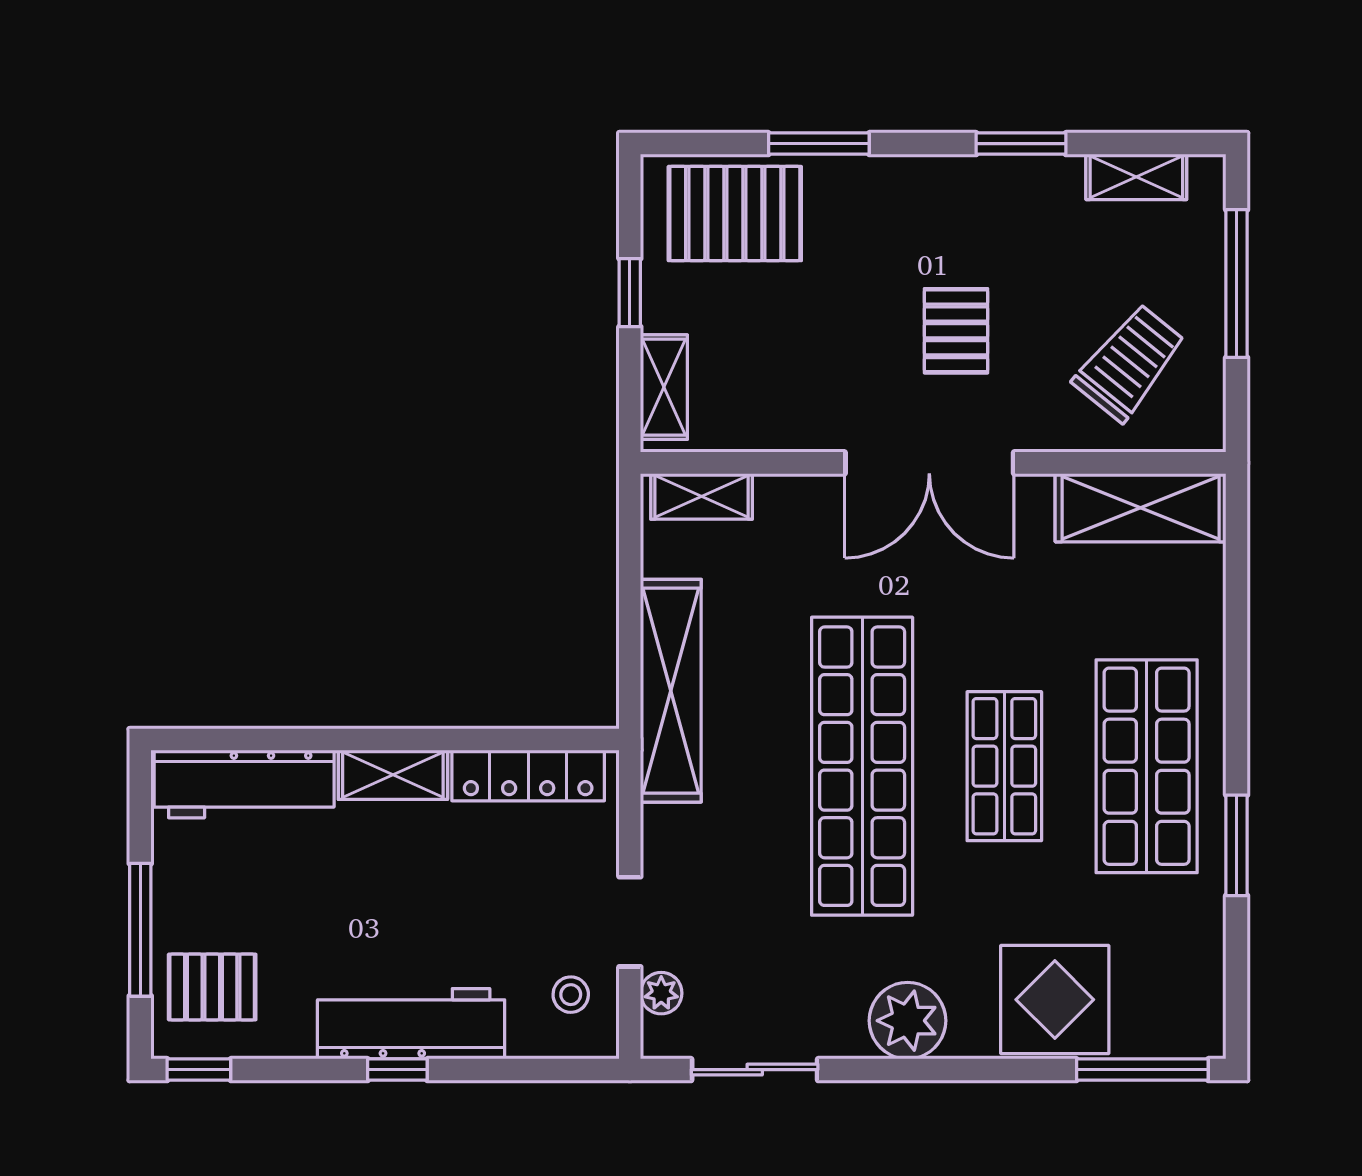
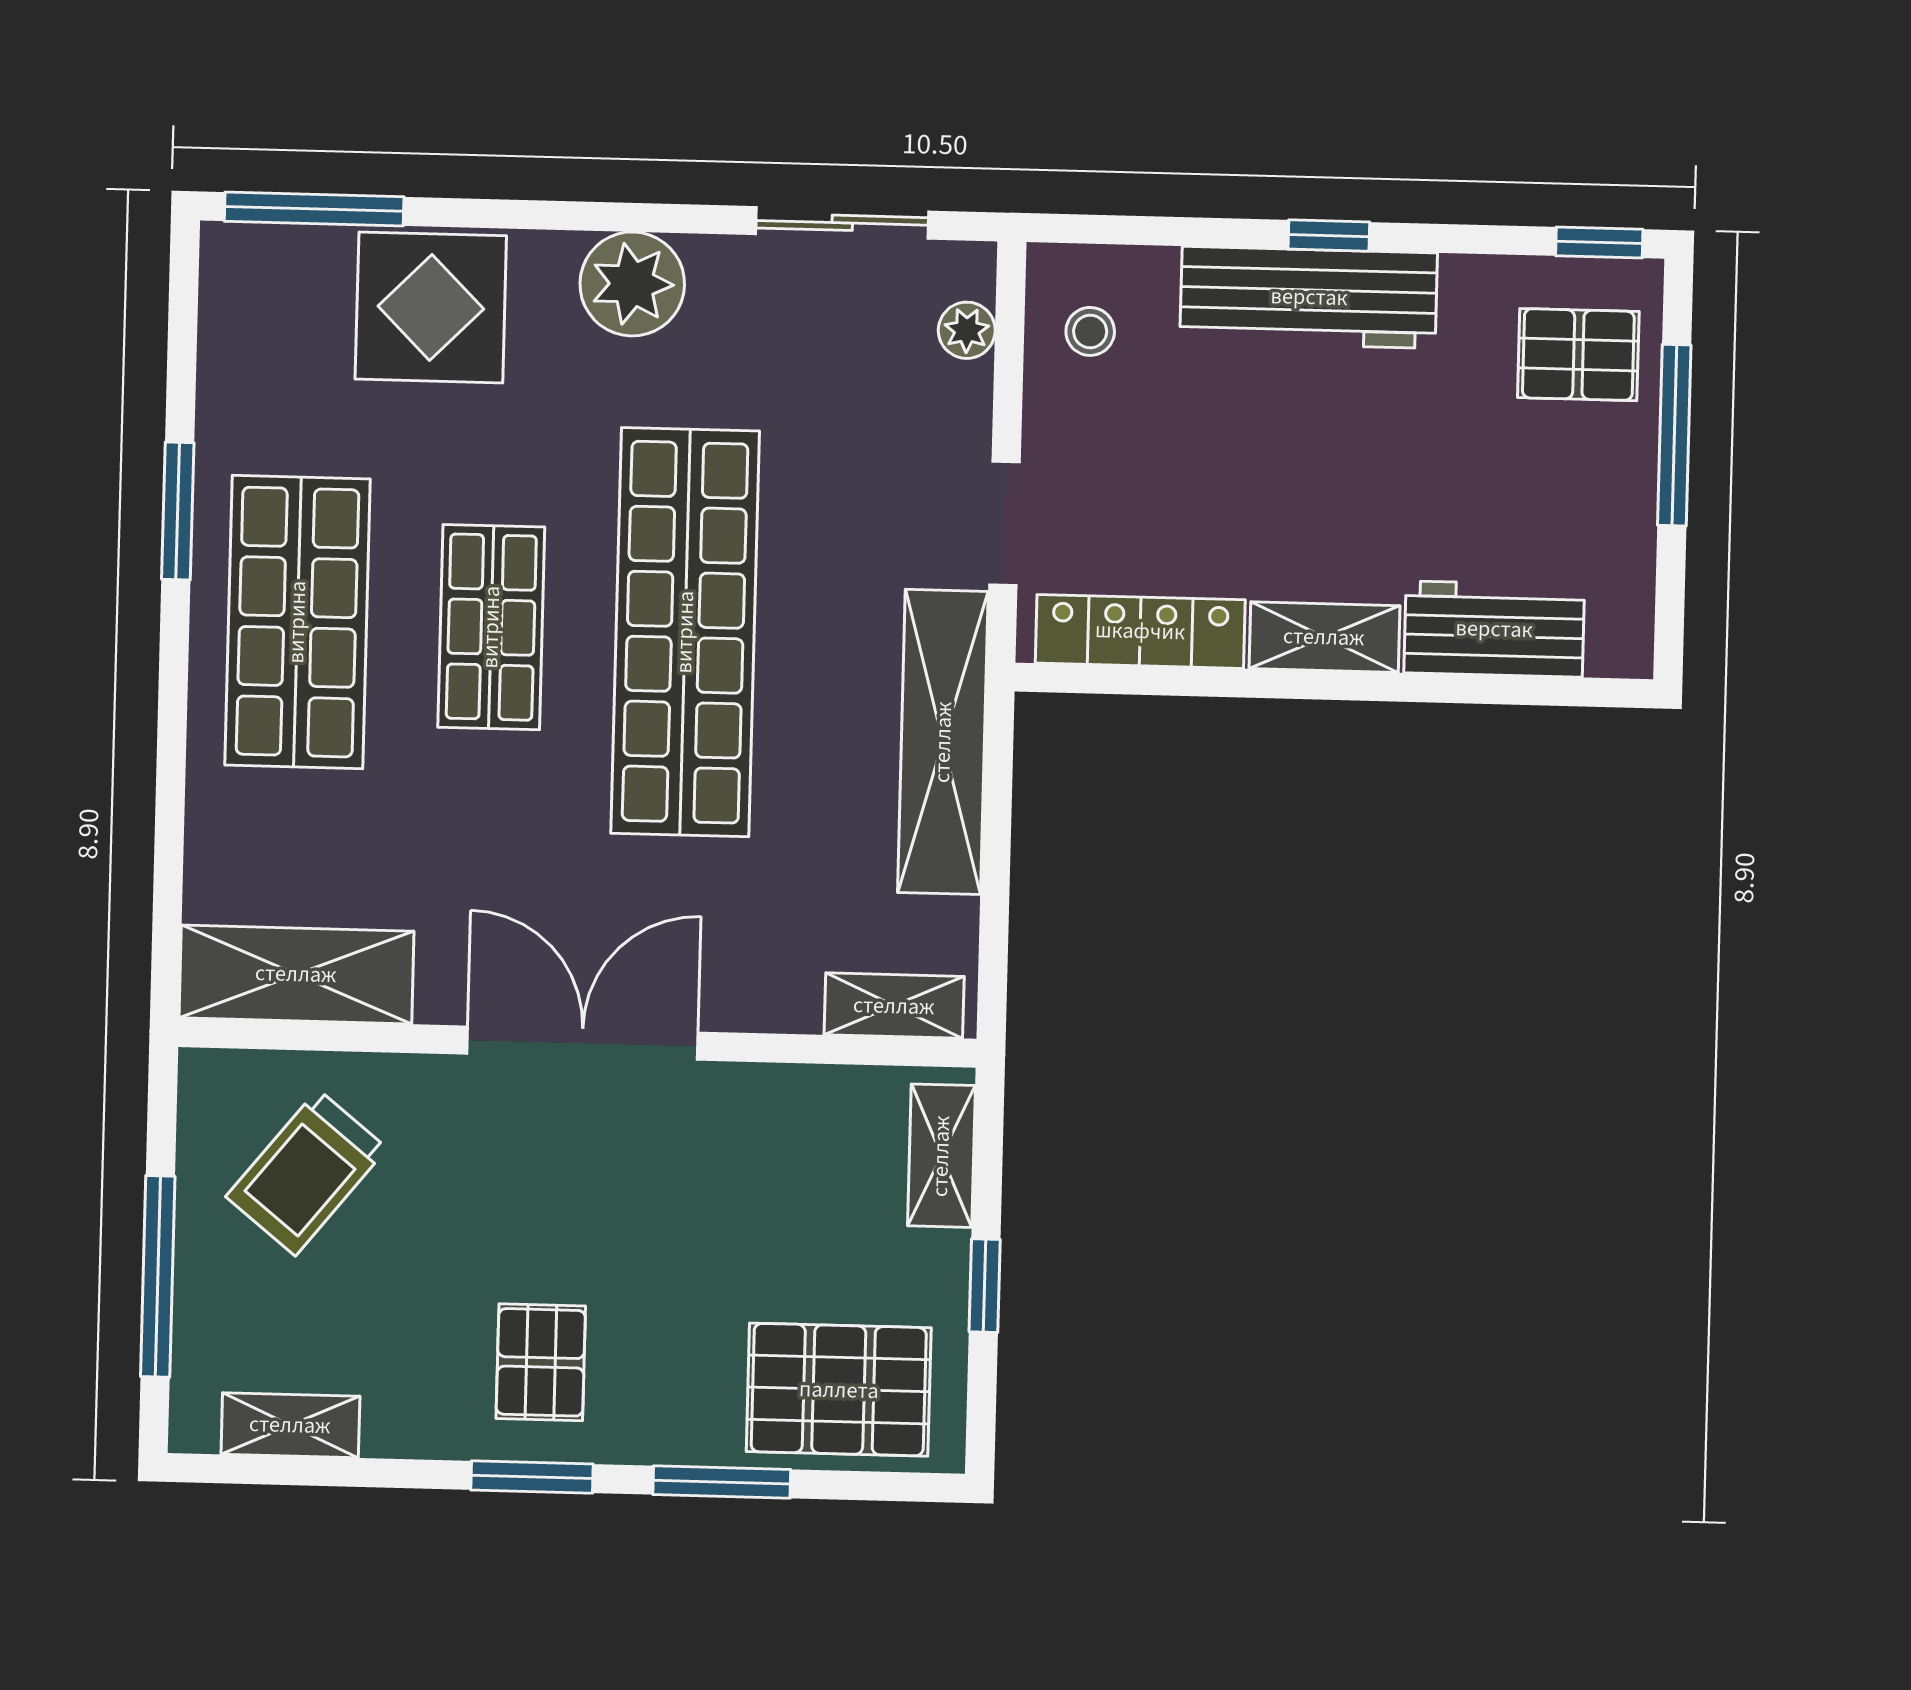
window: (1021, 144) -> (532, 1477), moved
pallet: (956, 331) -> (541, 1362), moved
workbench: (244, 784) -> (1494, 629), width x0.73
doorway: (630, 922) -> (1005, 523), moved

